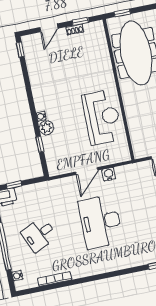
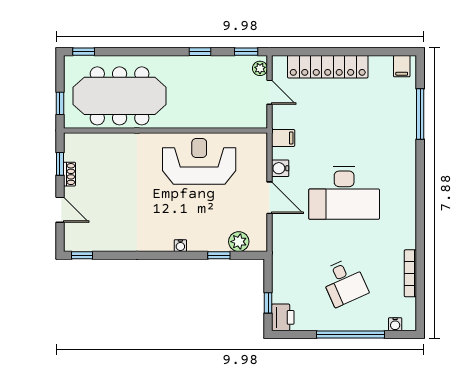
plant: (46, 128) -> (239, 242), moved
filing cabinet: (130, 172) -> (283, 138), added

